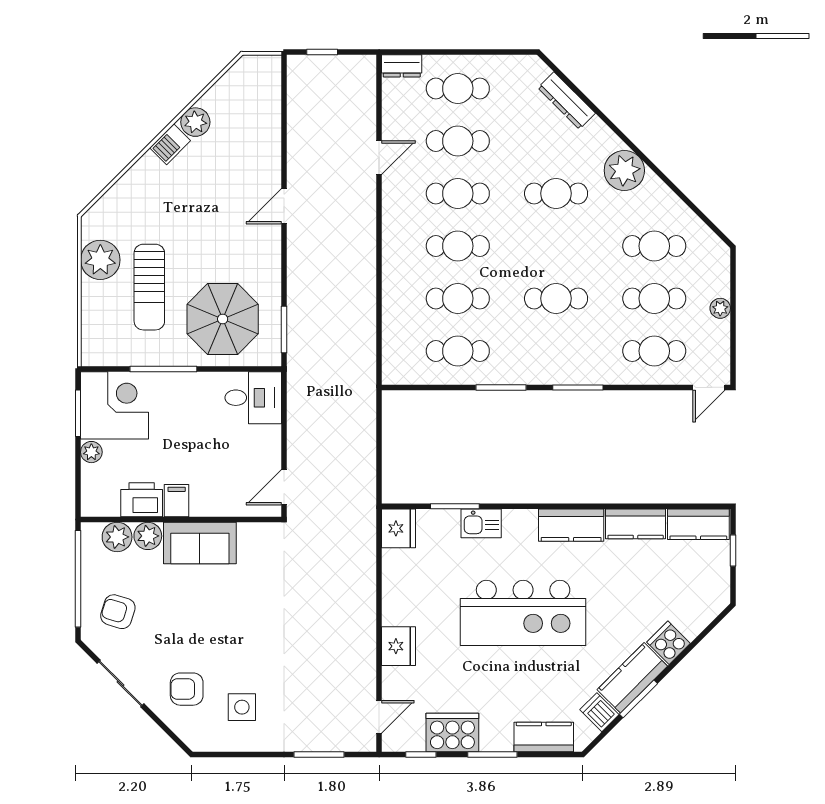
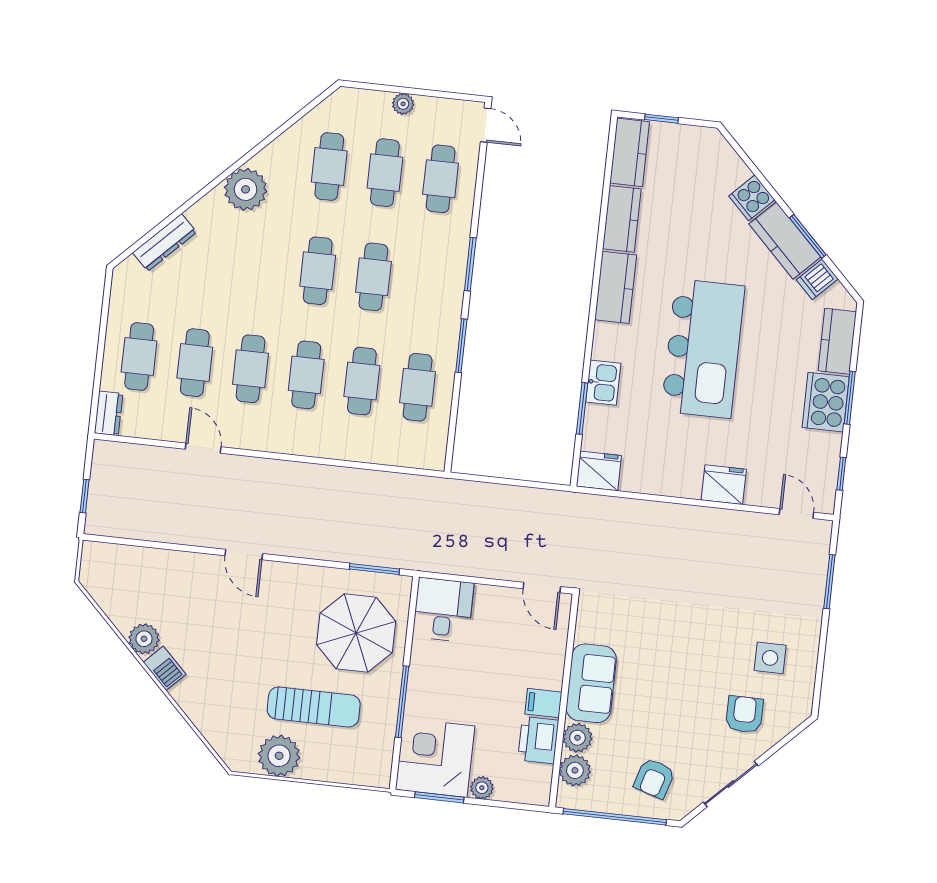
cafe table: (556, 193) -> (318, 271), moved
armchair: (187, 689) -> (744, 714), turned 180
cooker: (452, 733) -> (826, 402), moved

